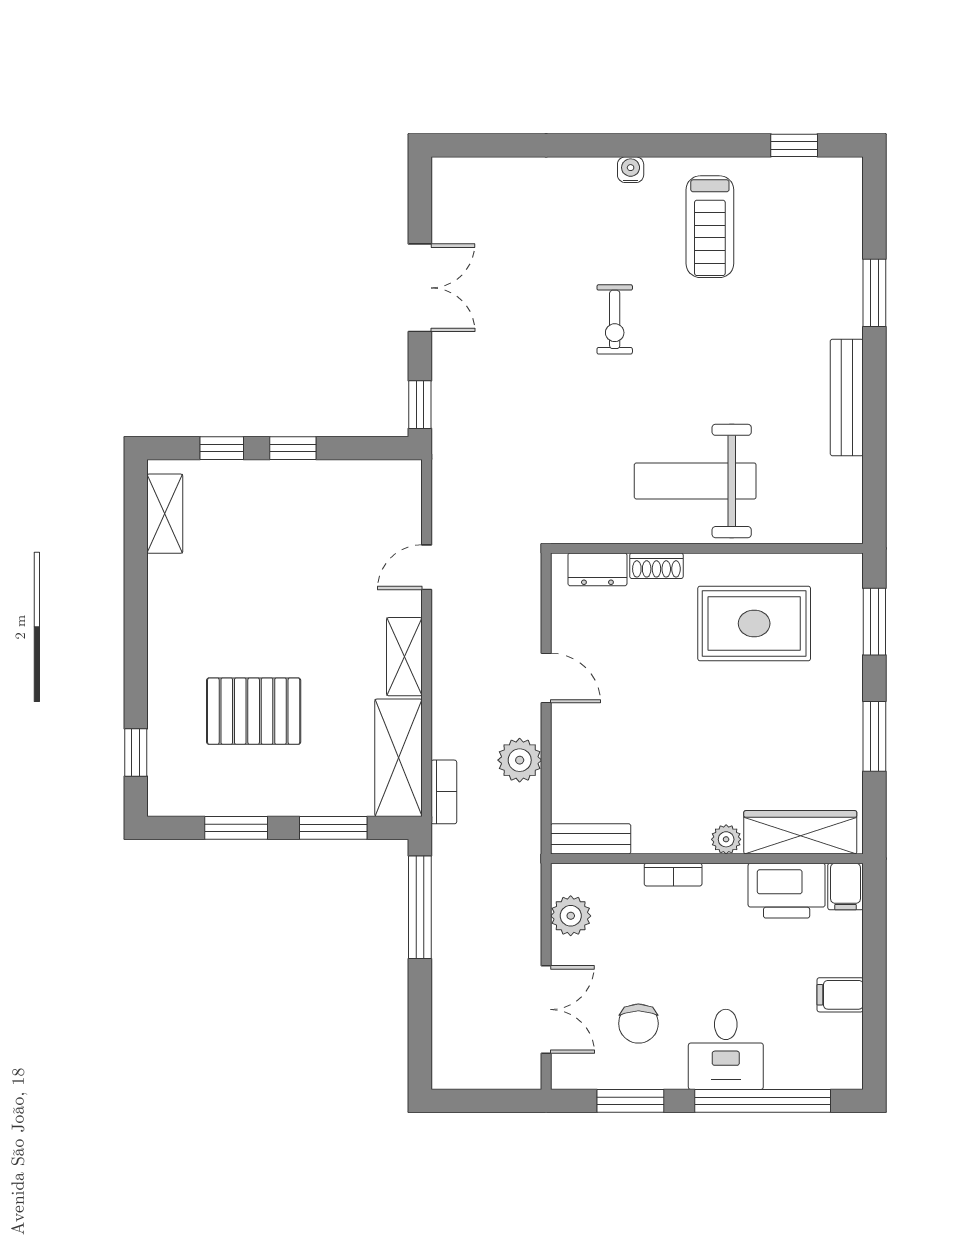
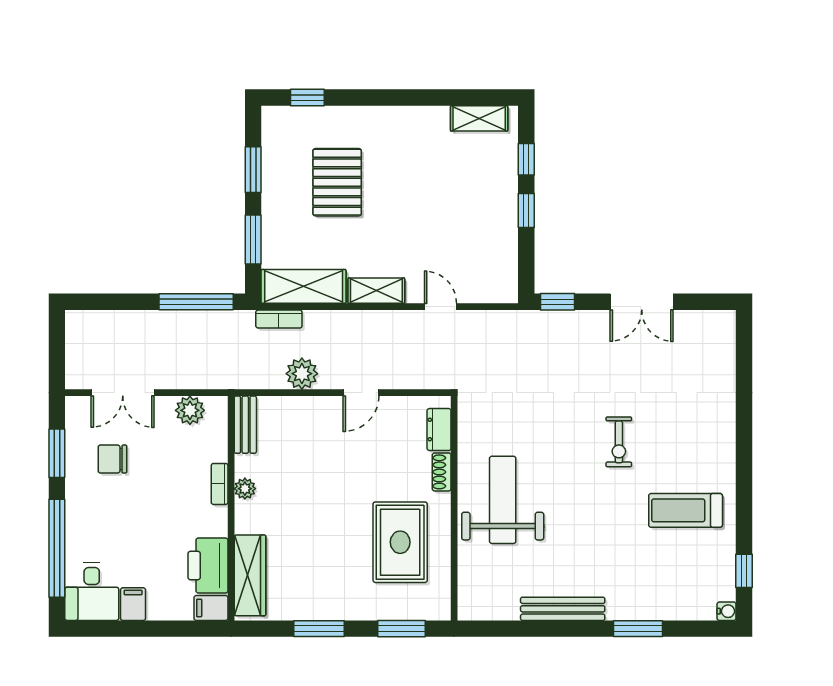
water cooler: (631, 170) -> (727, 611), moved
exercise bike: (615, 319) -> (619, 442), turned -90
plant: (726, 839) -> (245, 489), moved
desk: (726, 1049) -> (92, 592), moved, turned -90

